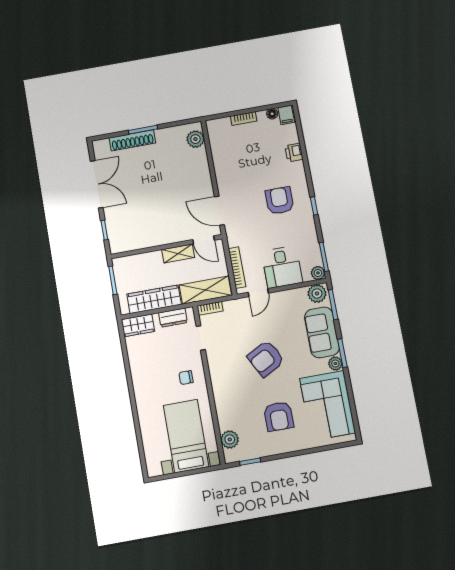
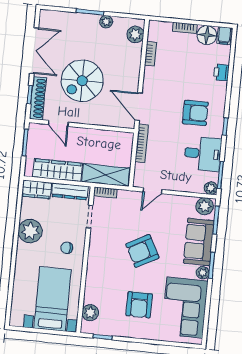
floor lamp: (272, 114) -> (207, 35), width x1.89, depth x1.89
plant: (162, 135) -> (106, 22), added
shoe rack: (132, 140) -> (38, 98), moved, turned -90
bookcase: (216, 154) -> (150, 54), added
spiral stairs: (154, 201) -> (82, 81), added
armchair: (279, 201) -> (195, 113), turned 90
door: (204, 240) -> (58, 123), moved
shelving: (178, 253) -> (91, 135), removed
desk: (282, 267) -> (203, 154), moved, turned -90
bookcase: (237, 268) -> (142, 143), moved
dresser: (173, 318) -> (70, 191), width x1.44
plant: (143, 371) -> (30, 231), added

